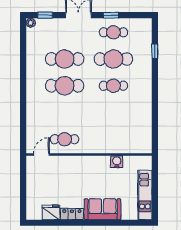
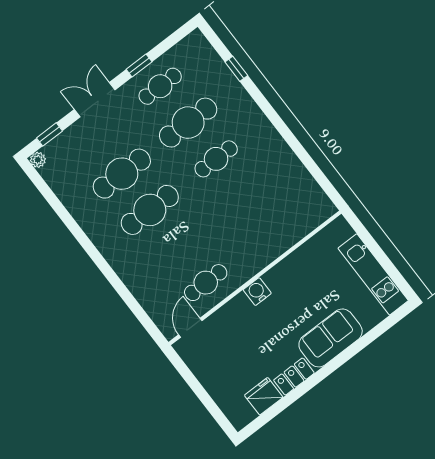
water cooler: (117, 162) -> (257, 292), moved

